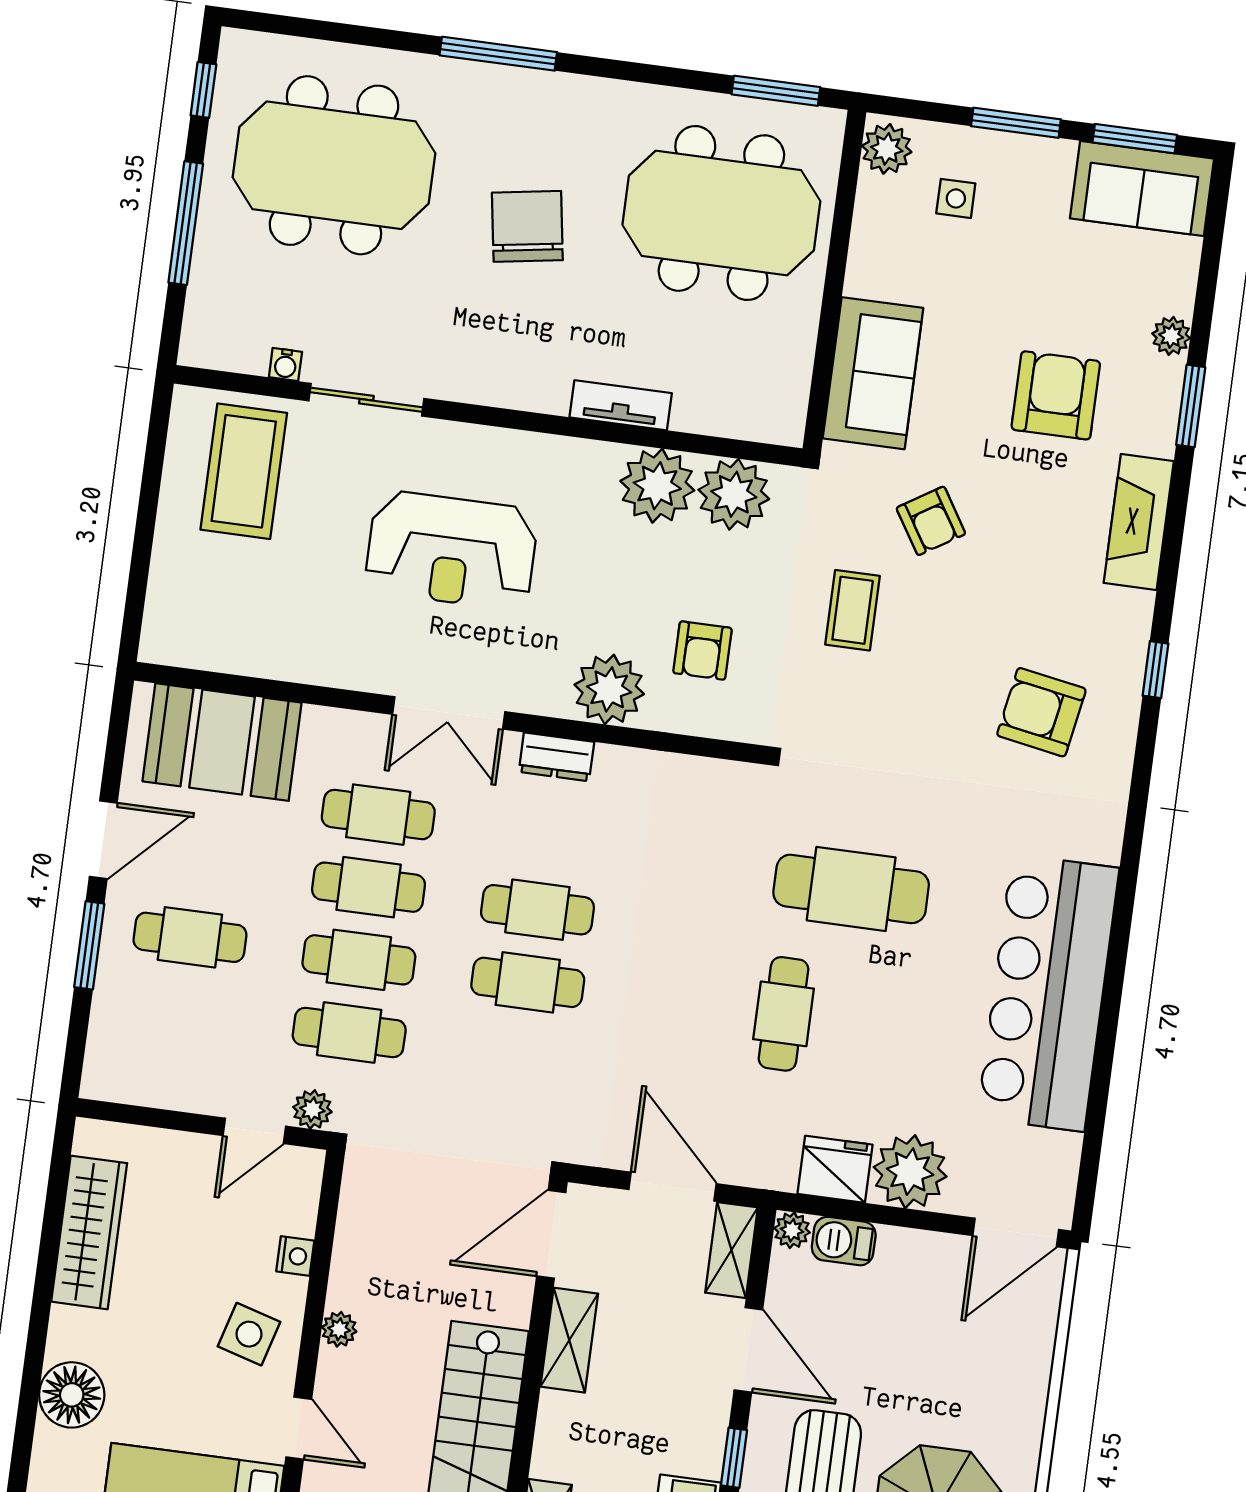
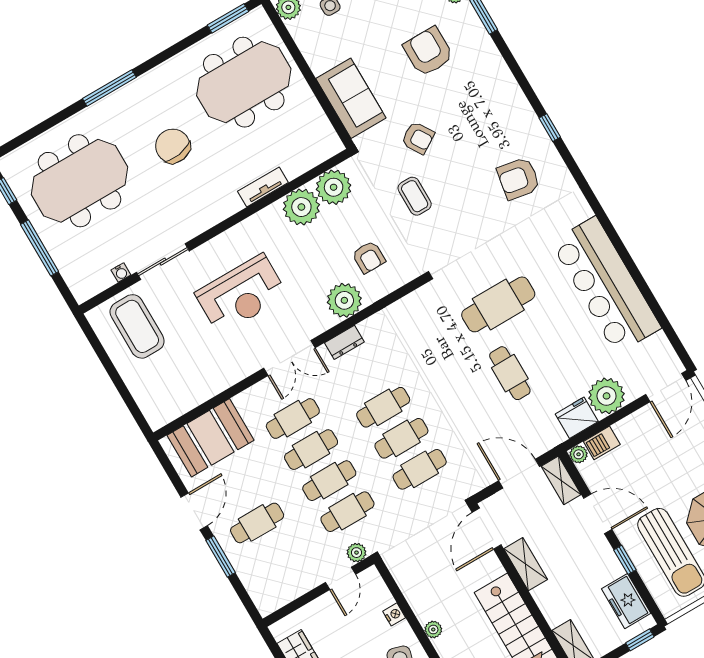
fireplace: (1139, 522) -> (499, 76), removed
cafe table: (518, 1055) -> (420, 469), added

